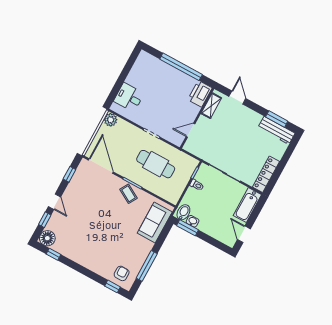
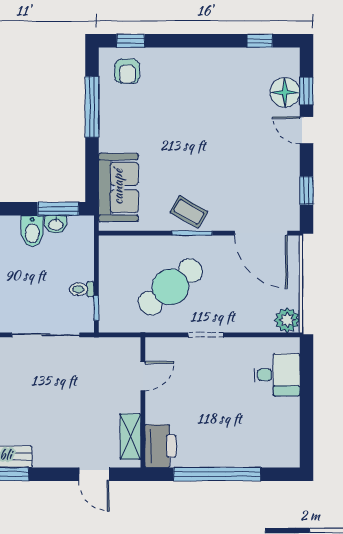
cafe table: (156, 164) -> (170, 287), turned -39
bidet: (183, 212) -> (32, 231), moved
floor lamp: (47, 238) -> (285, 92), moved

